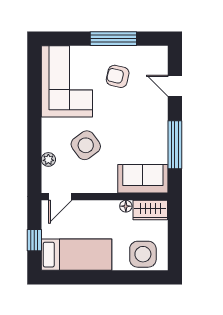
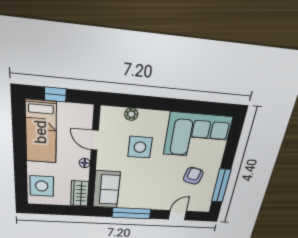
window: (113, 39) -> (221, 186), moved
side table: (86, 145) -> (140, 147), turned 36
door: (60, 197) -> (95, 140), moved
floor lamp: (126, 206) -> (85, 163), moved

